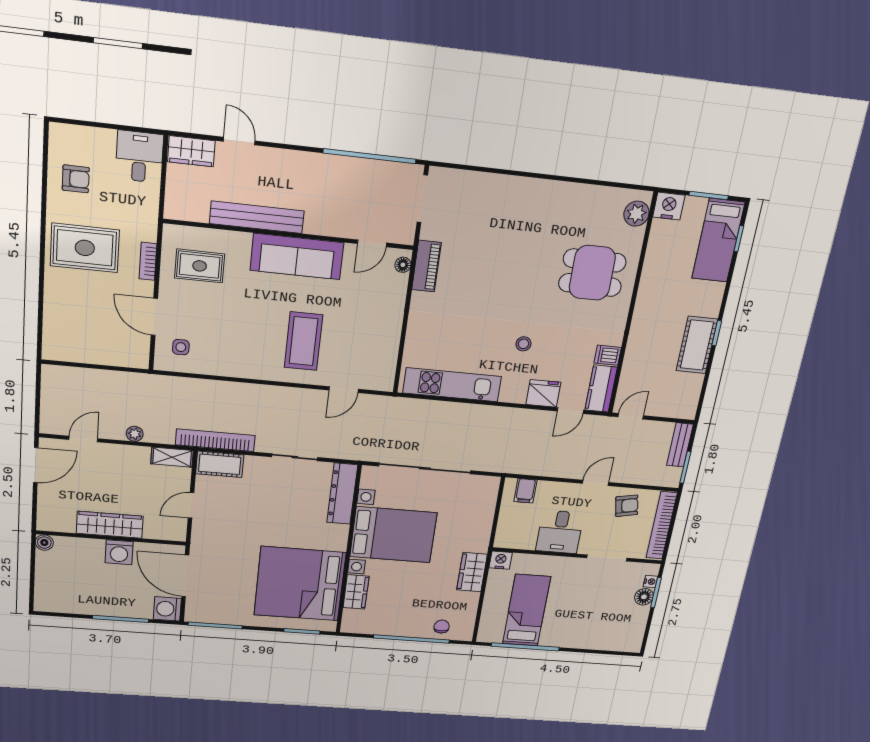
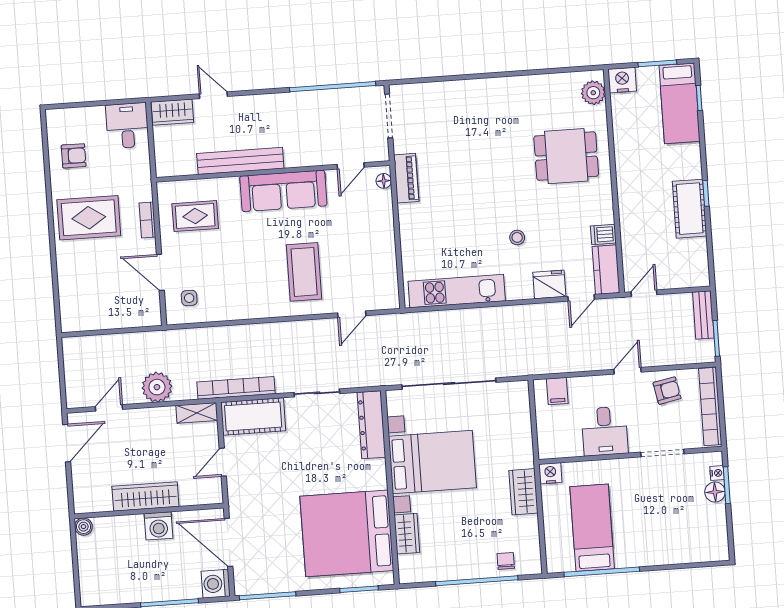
plant: (135, 434) -> (157, 387), width x1.88, depth x1.88
cot: (220, 464) -> (253, 416), width x1.37, depth x1.34

